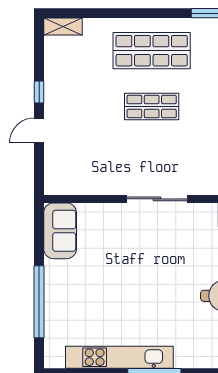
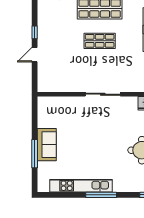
sofa: (60, 231) -> (47, 145), moved
window: (39, 302) -> (35, 154), width x0.68

